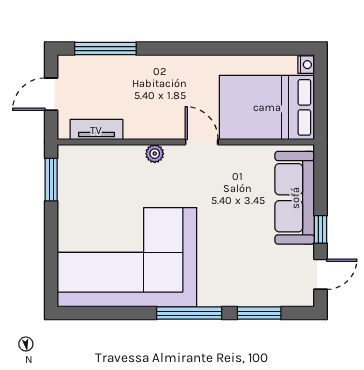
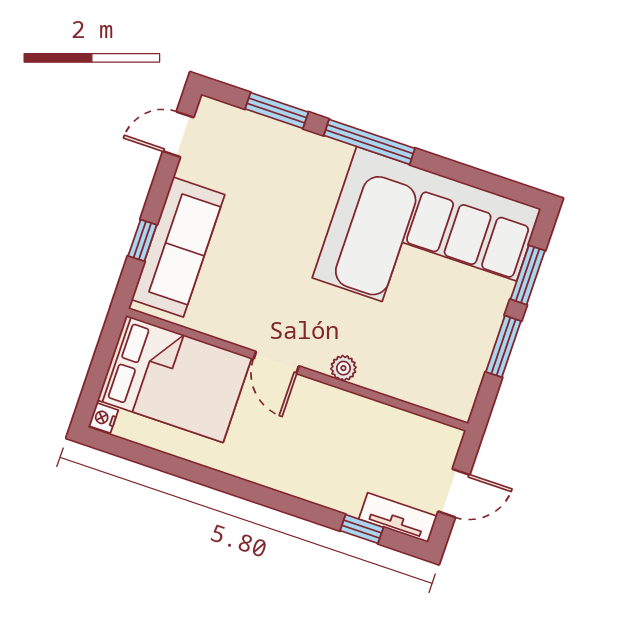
window: (105, 49) -> (362, 529), width x0.46
tv unit: (96, 130) -> (398, 518), moved, turned 180
window: (51, 180) -> (503, 346), moved
window: (320, 229) -> (142, 240), moved
window: (51, 259) -> (528, 275), added

